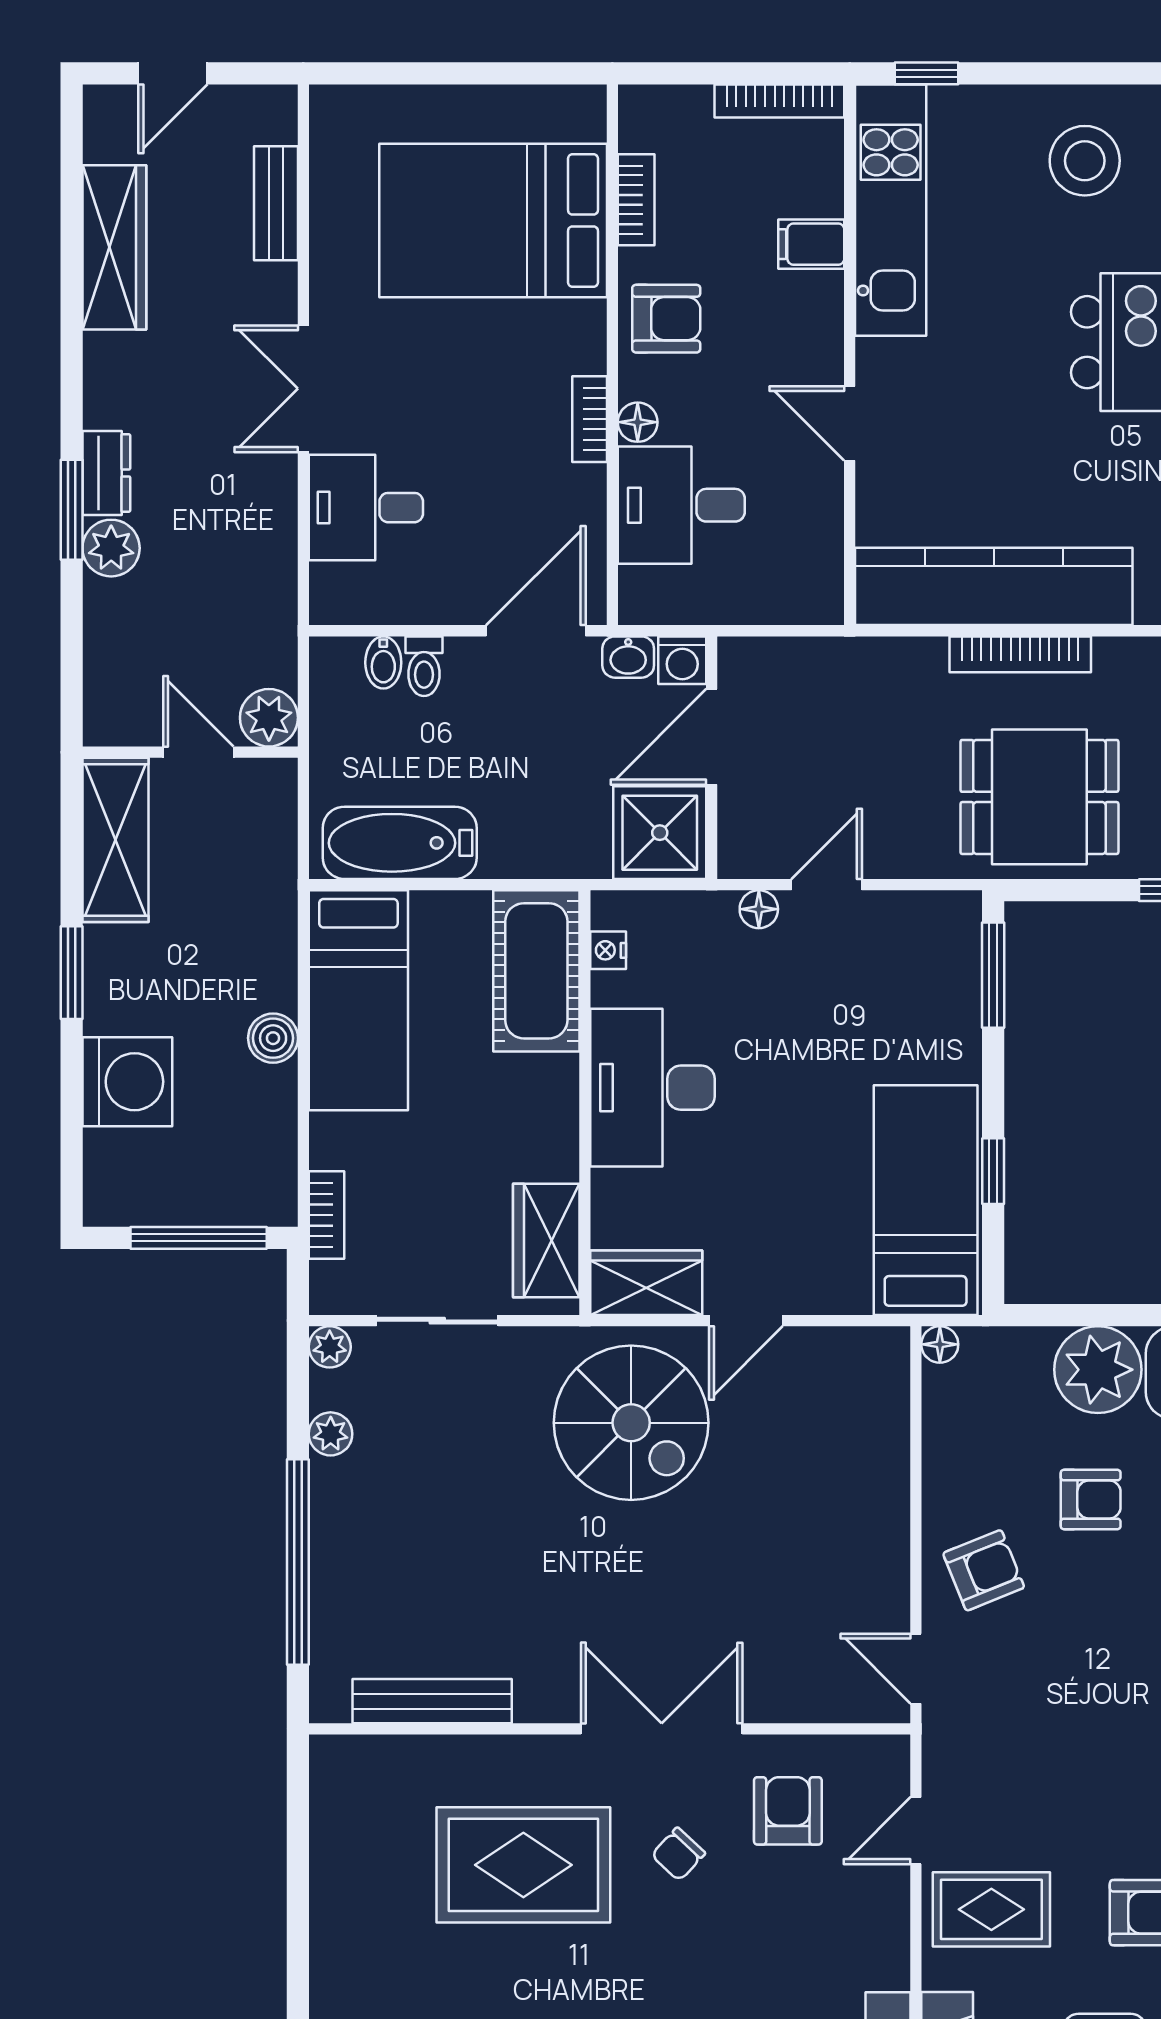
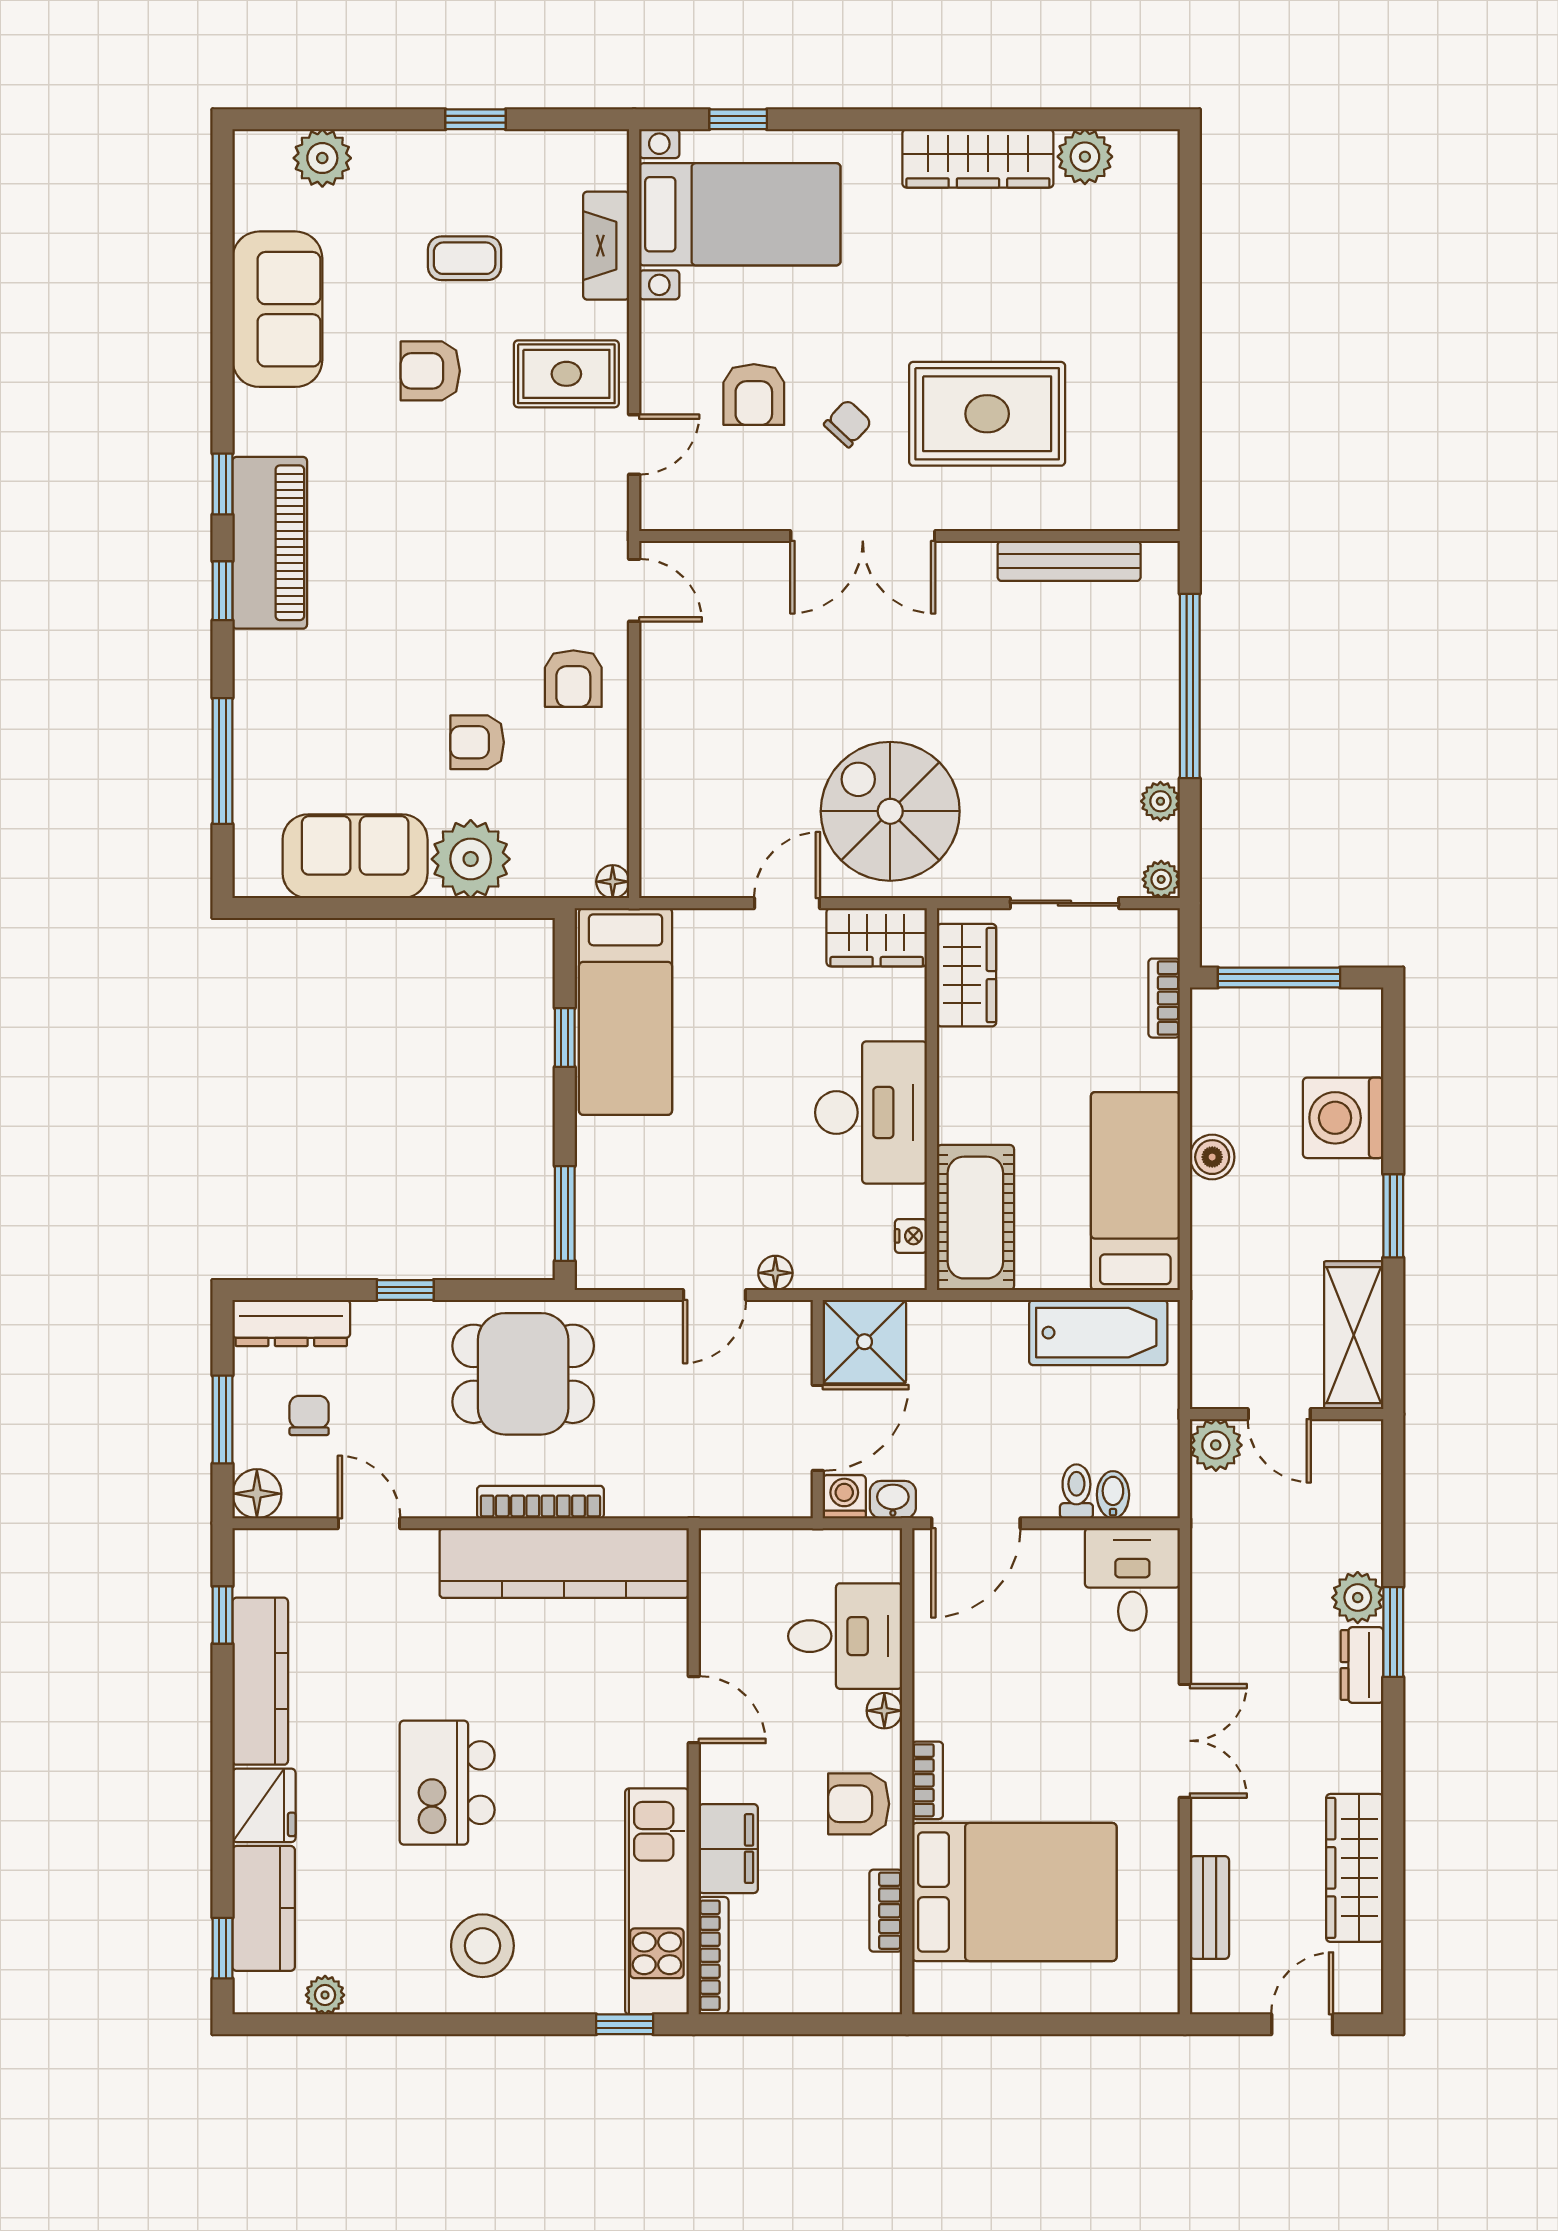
bookcase: (779, 101) -> (714, 1955), moved, turned 90
filing cabinet: (811, 244) -> (728, 1849), width x2.00
bookcase: (590, 419) -> (927, 1780), moved
desk: (366, 508) -> (1132, 1579), moved, turned -90
armchair: (984, 1570) -> (573, 679), turned -68
armchair: (788, 1811) -> (754, 395), moved

